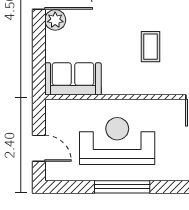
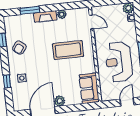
coffee table: (151, 47) -> (68, 50), width x1.86, depth x1.72

